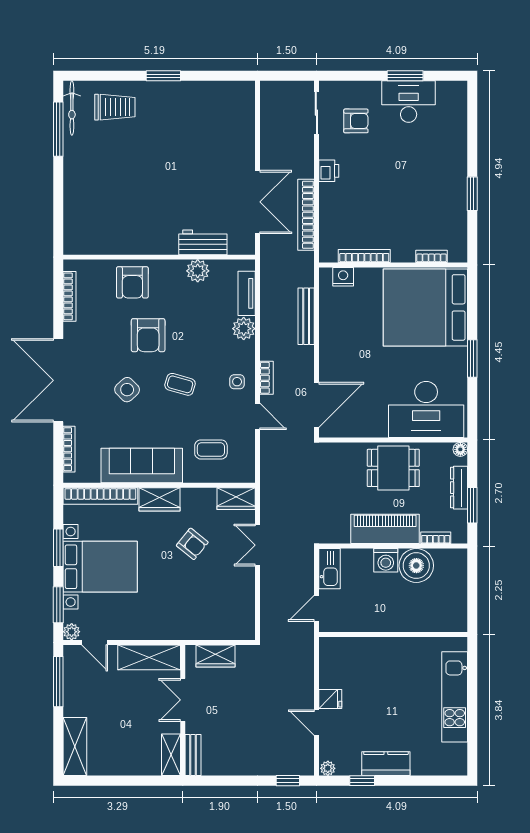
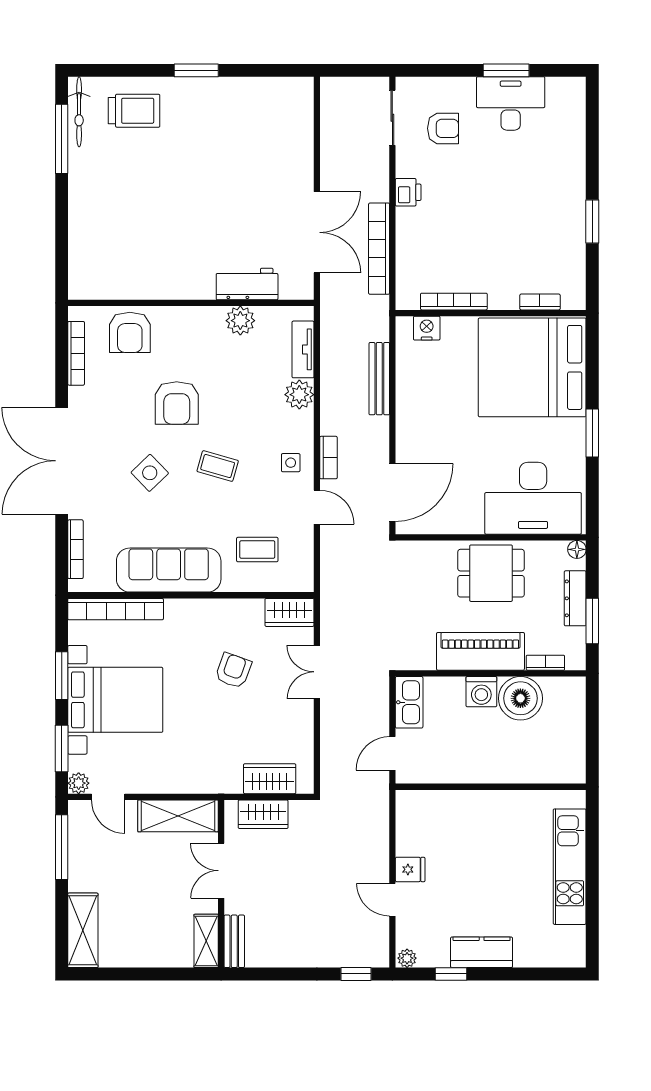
armchair: (132, 282) -> (130, 332), moved
wardrobe: (159, 499) -> (270, 779), moved, turned 180
armchair: (192, 544) -> (233, 671), turned -109

